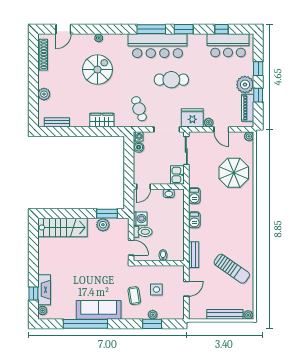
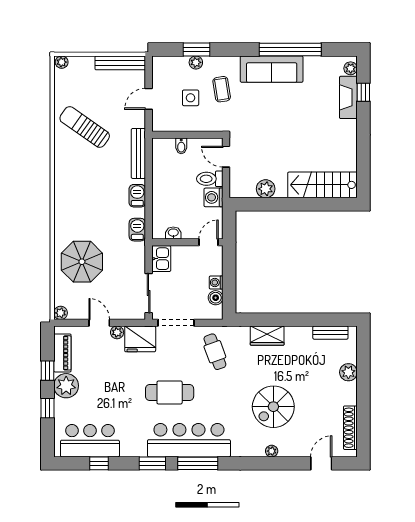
washing machine: (138, 136) -> (216, 282), moved
window: (107, 214) -> (260, 204), removed
bench: (194, 255) -> (138, 153), width x1.36
bench: (225, 314) -> (120, 63), moved

